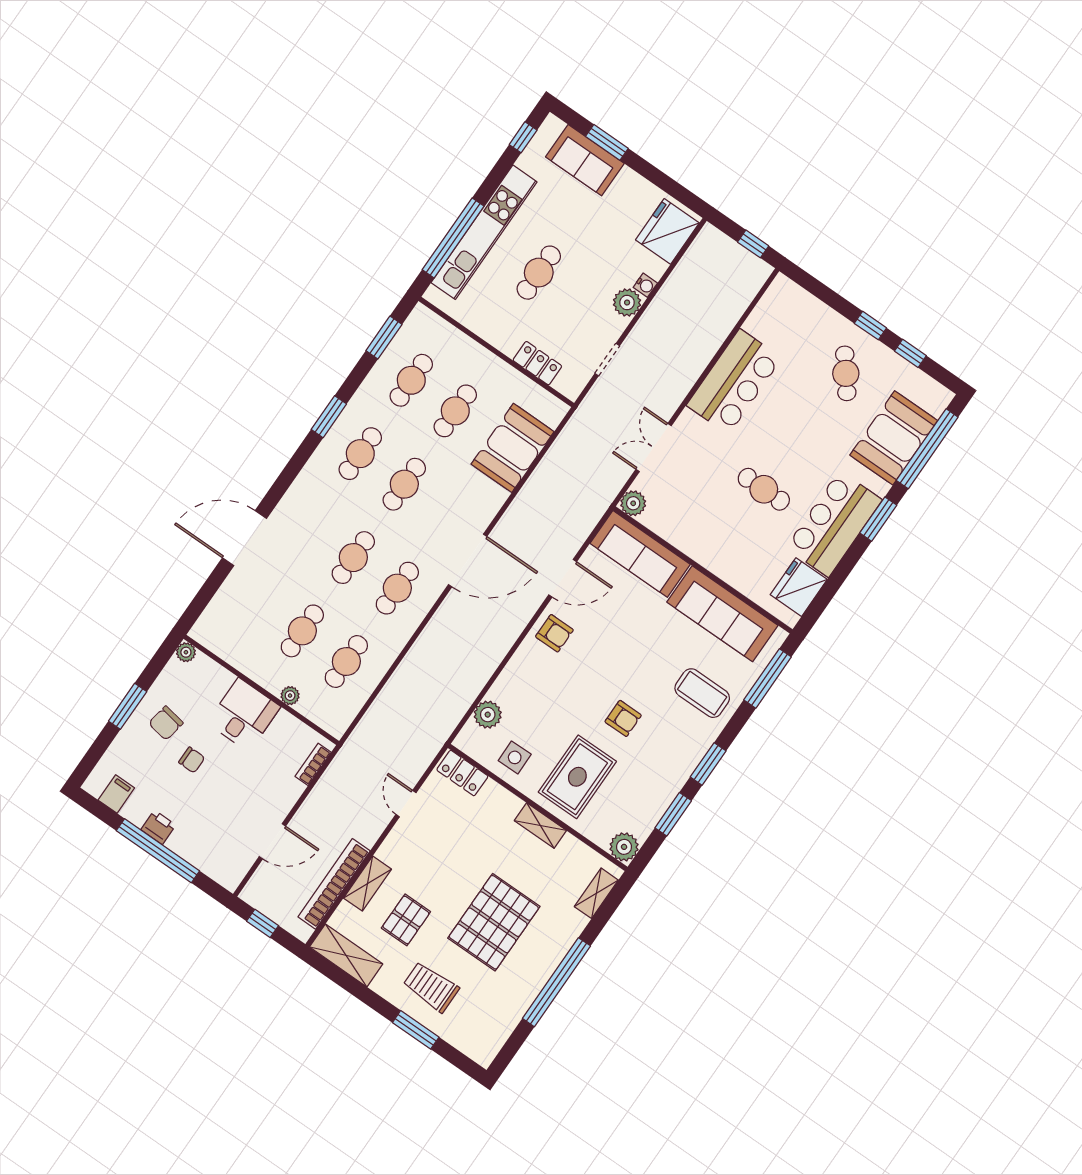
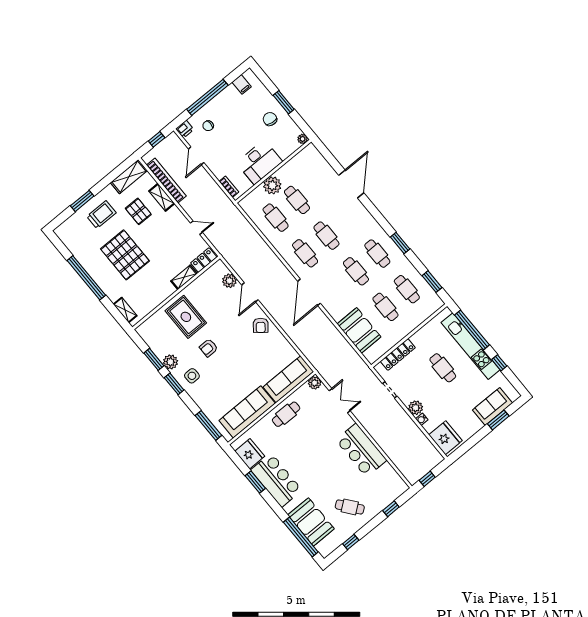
window: (523, 137) -> (499, 363), moved
window: (870, 326) -> (391, 509), moved
locker: (537, 363) -> (398, 355), width x1.53
cafe table: (764, 489) -> (286, 414), moved
window: (878, 519) -> (255, 482), moved
door: (563, 578) -> (250, 292), moved
armchair: (554, 633) -> (261, 325), turned -51
coffee table: (702, 693) -> (210, 391), removed
plant: (290, 696) -> (272, 185), width x1.88, depth x1.88
desk: (244, 715) -> (259, 162), width x1.37
side table: (515, 757) -> (192, 376), moved
chair: (192, 760) -> (208, 126), moved
shelving: (540, 826) -> (184, 277), moved
printer: (158, 827) -> (185, 129), moved
plant: (624, 847) -> (170, 362), moved

